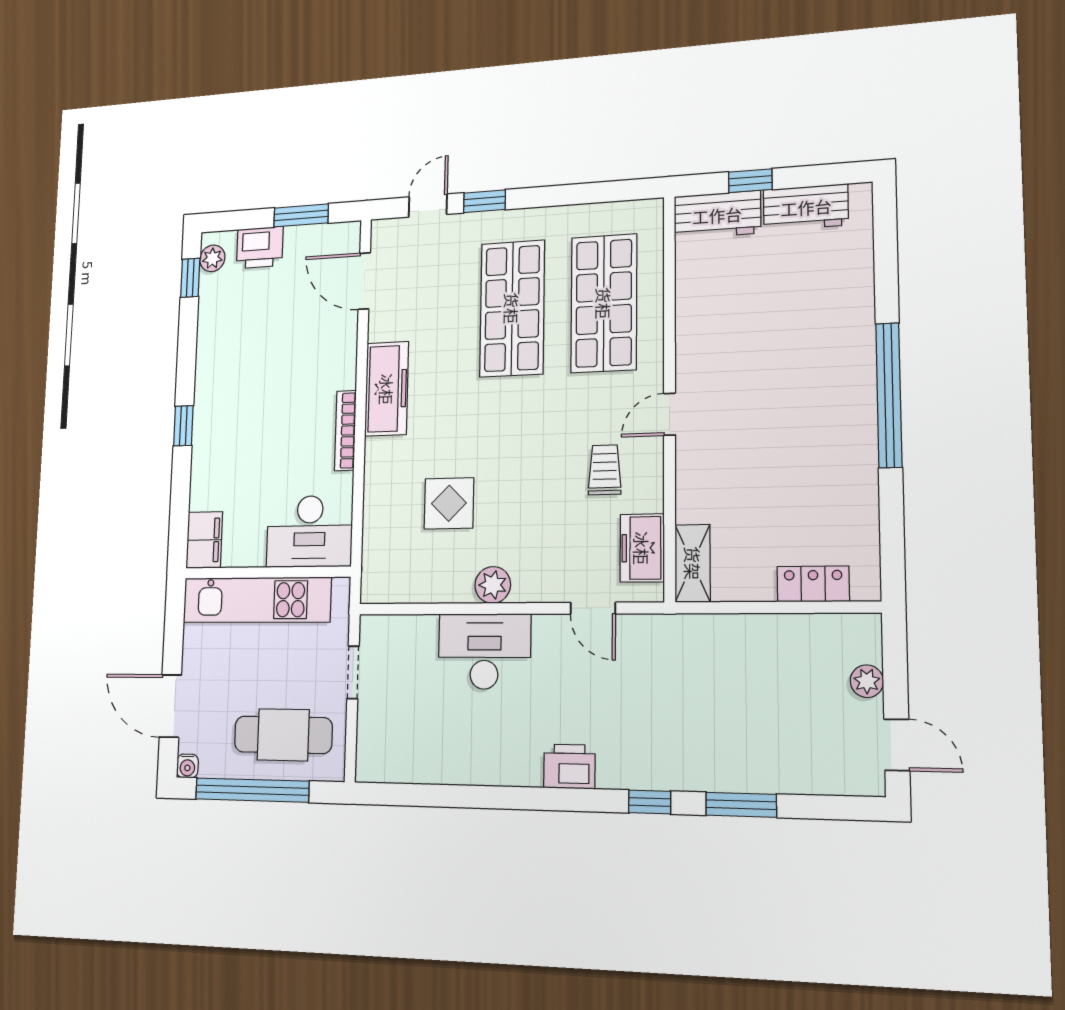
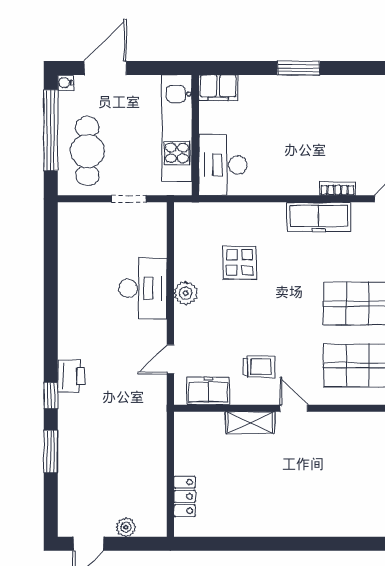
window: (889, 395) -> (301, 544), removed
window: (183, 426) -> (299, 68), width x1.50
bookcase: (345, 431) -> (338, 188), moved, width x0.64
shelving: (693, 563) -> (250, 423), moved
printer: (569, 766) -> (71, 376), moved

